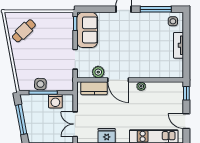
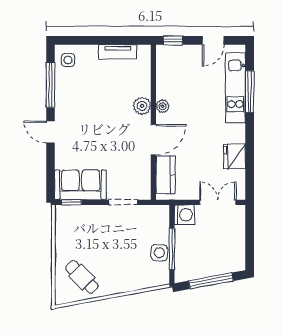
tv unit: (179, 45) -> (118, 52), moved
plant: (98, 72) -> (142, 106), moved
washing machine: (55, 101) -> (184, 215), moved
double door: (75, 124) -> (218, 202), swing flipped

